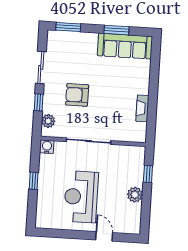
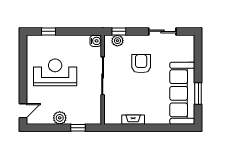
window: (68, 27) -> (198, 53), removed
sofa: (125, 46) -> (182, 93), width x1.36, depth x1.27
window: (39, 102) -> (119, 31), moved
window: (34, 181) -> (48, 31), moved
door: (104, 236) -> (23, 111), moved

